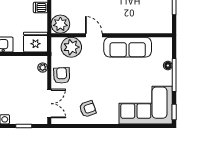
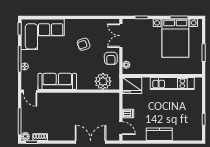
plant: (60, 24) -> (112, 100), removed
door: (94, 35) -> (30, 91), moved
armchair: (88, 109) -> (84, 44), moved

